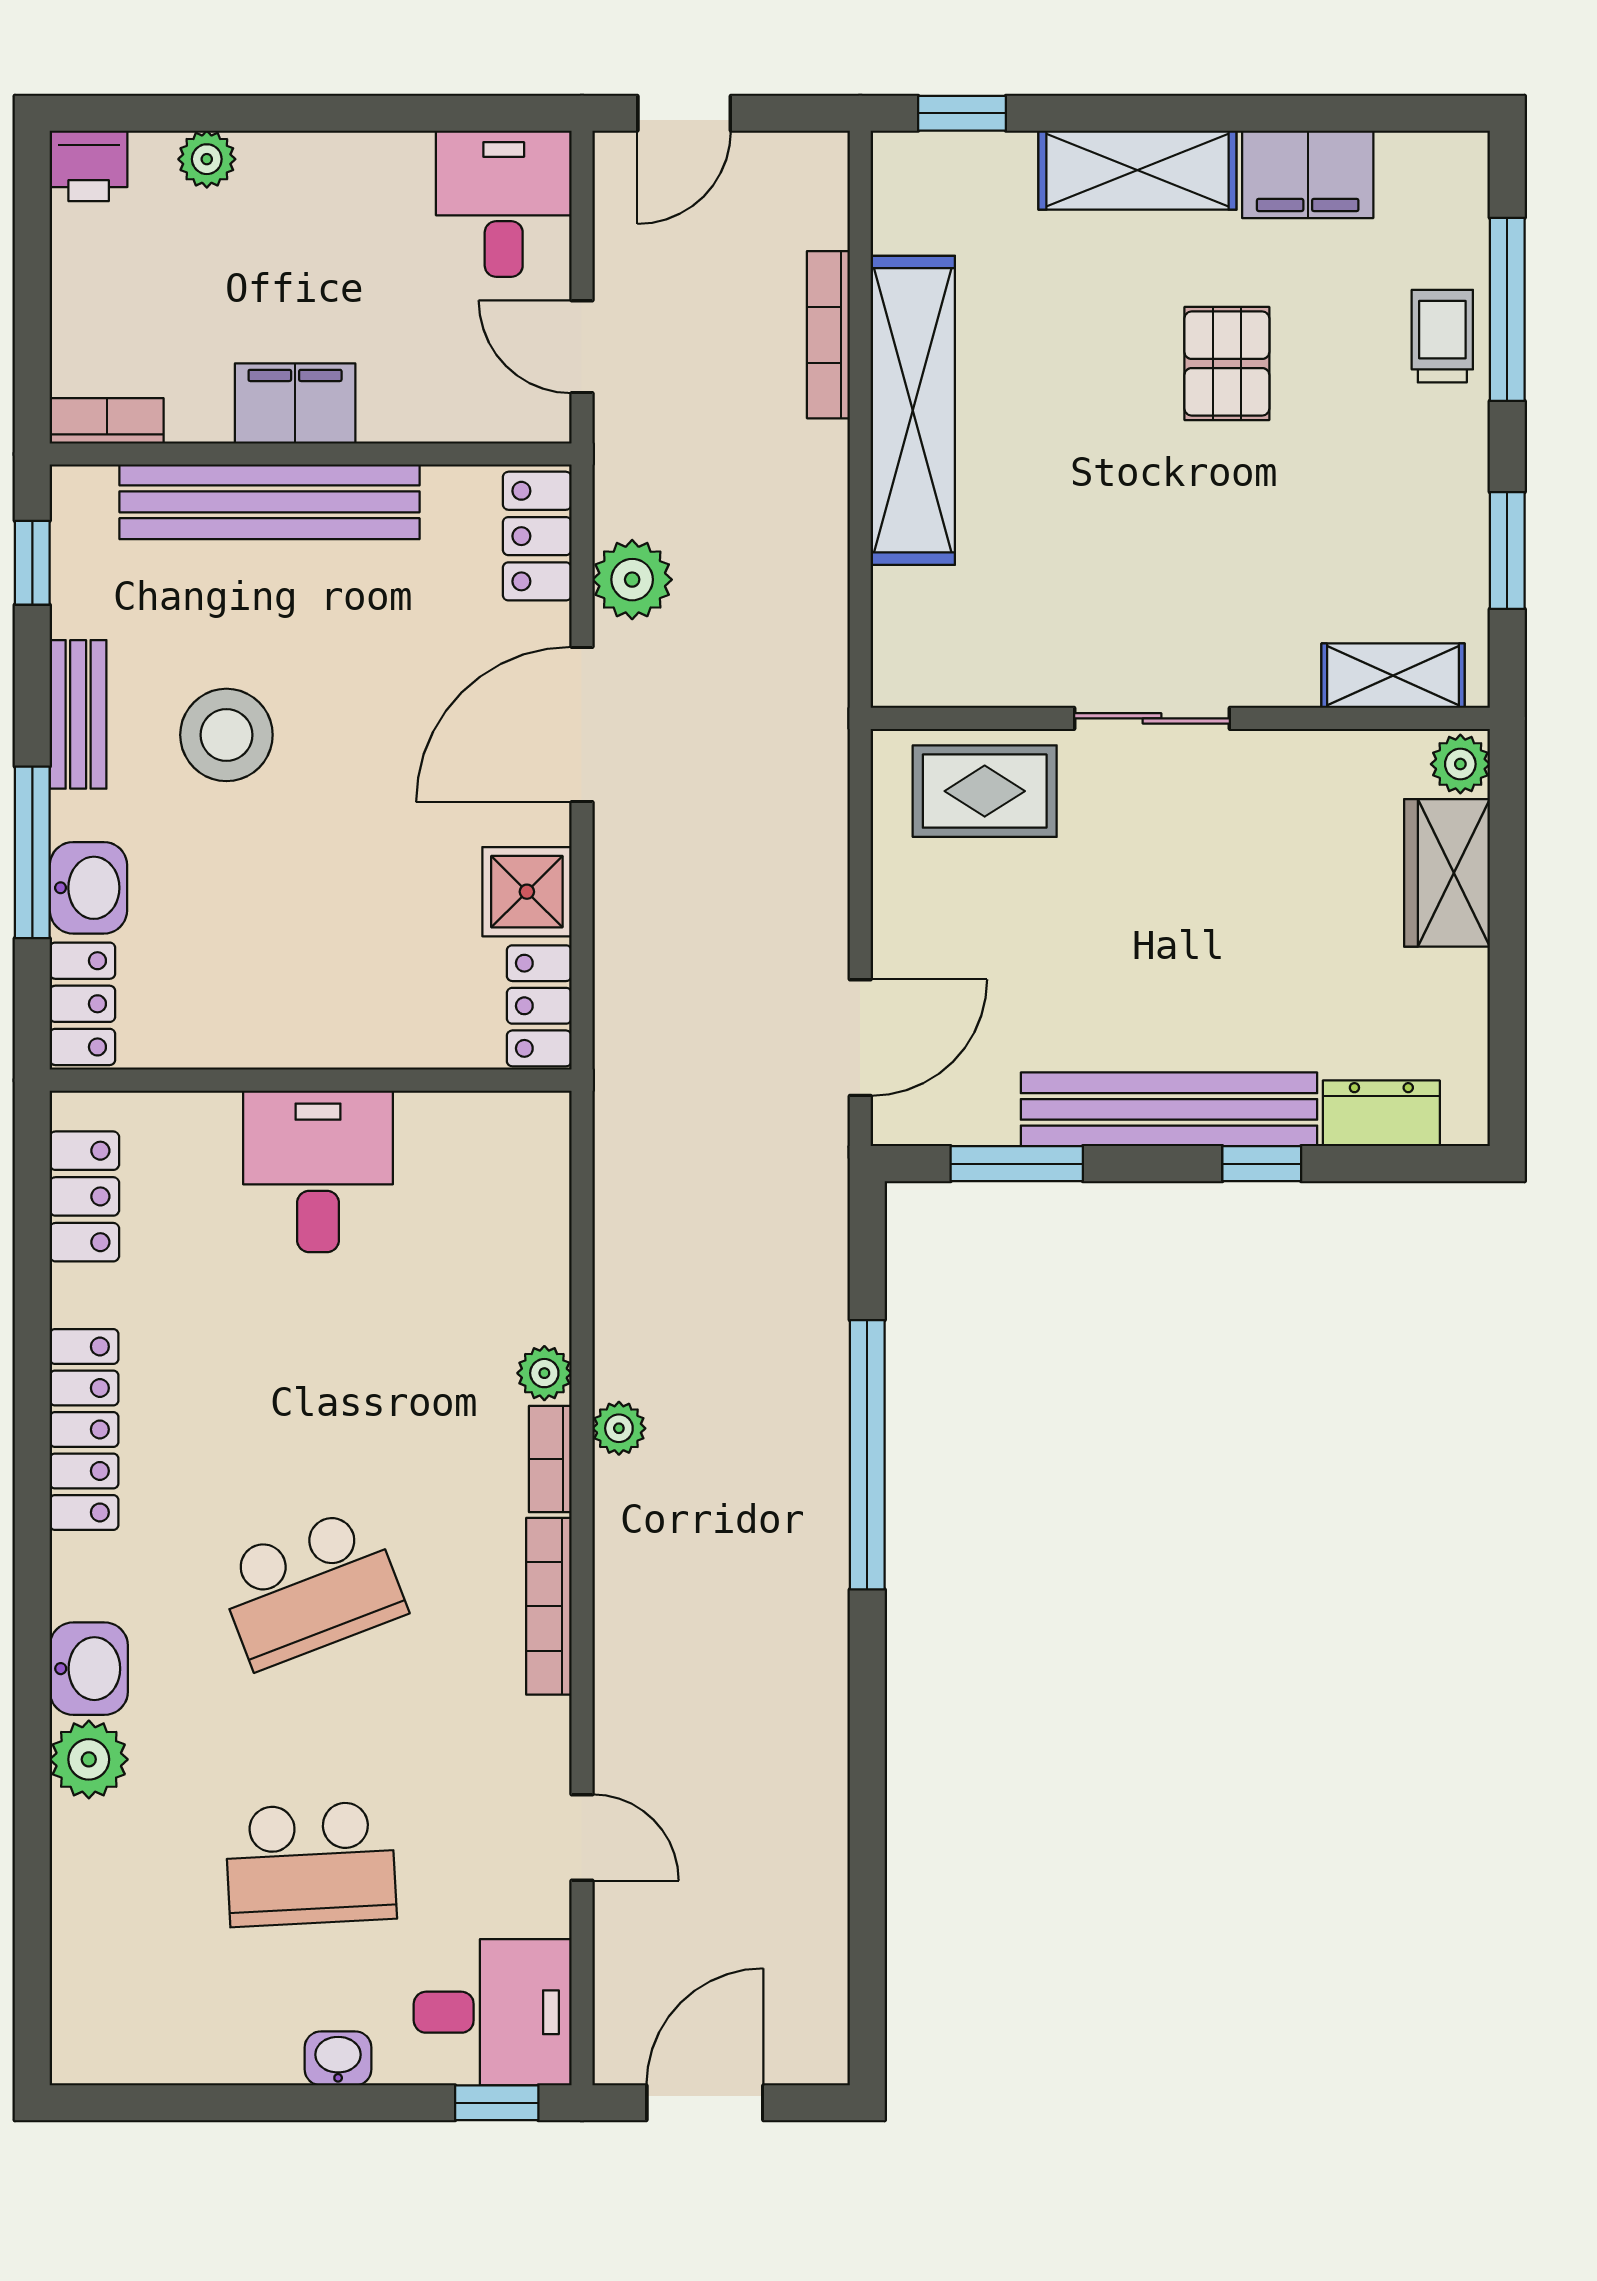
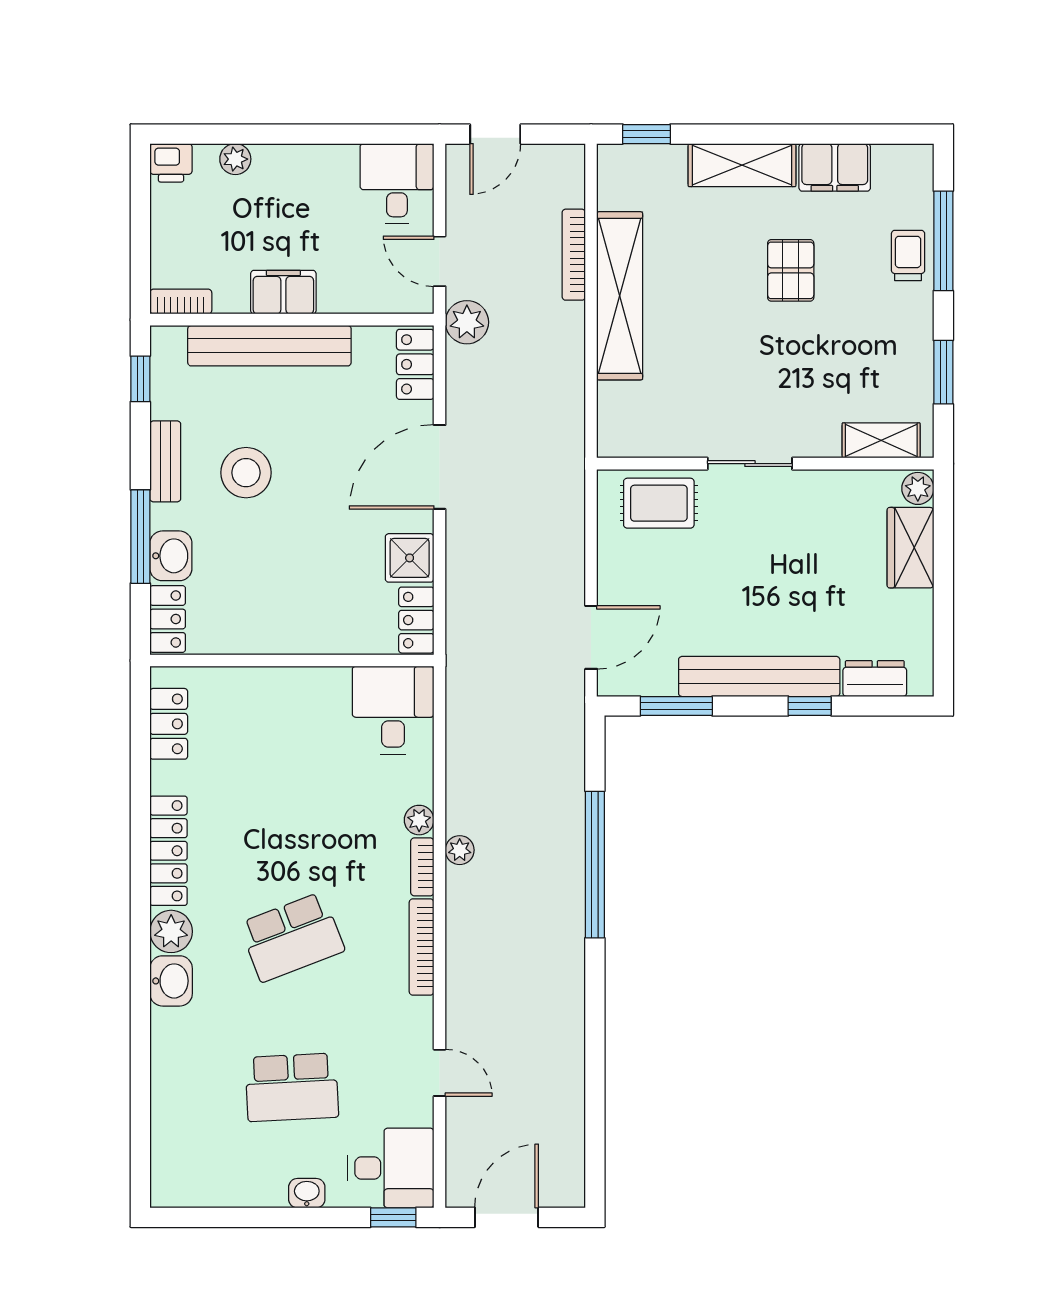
plant: (632, 580) -> (467, 322), moved
desk: (318, 1171) -> (393, 710), moved
plant: (89, 1759) -> (171, 931), moved

